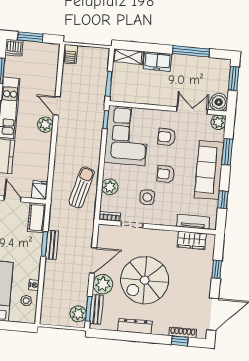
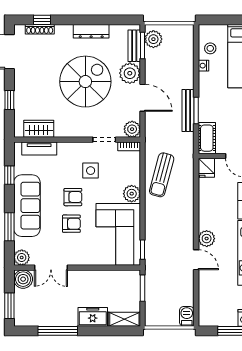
armchair: (167, 137) -> (71, 224), moved
plant: (110, 187) -> (132, 194), moved
plant: (105, 232) -> (132, 129), added
bench: (52, 245) -> (188, 110), width x1.36
door: (93, 260) -> (143, 98), swing flipped

